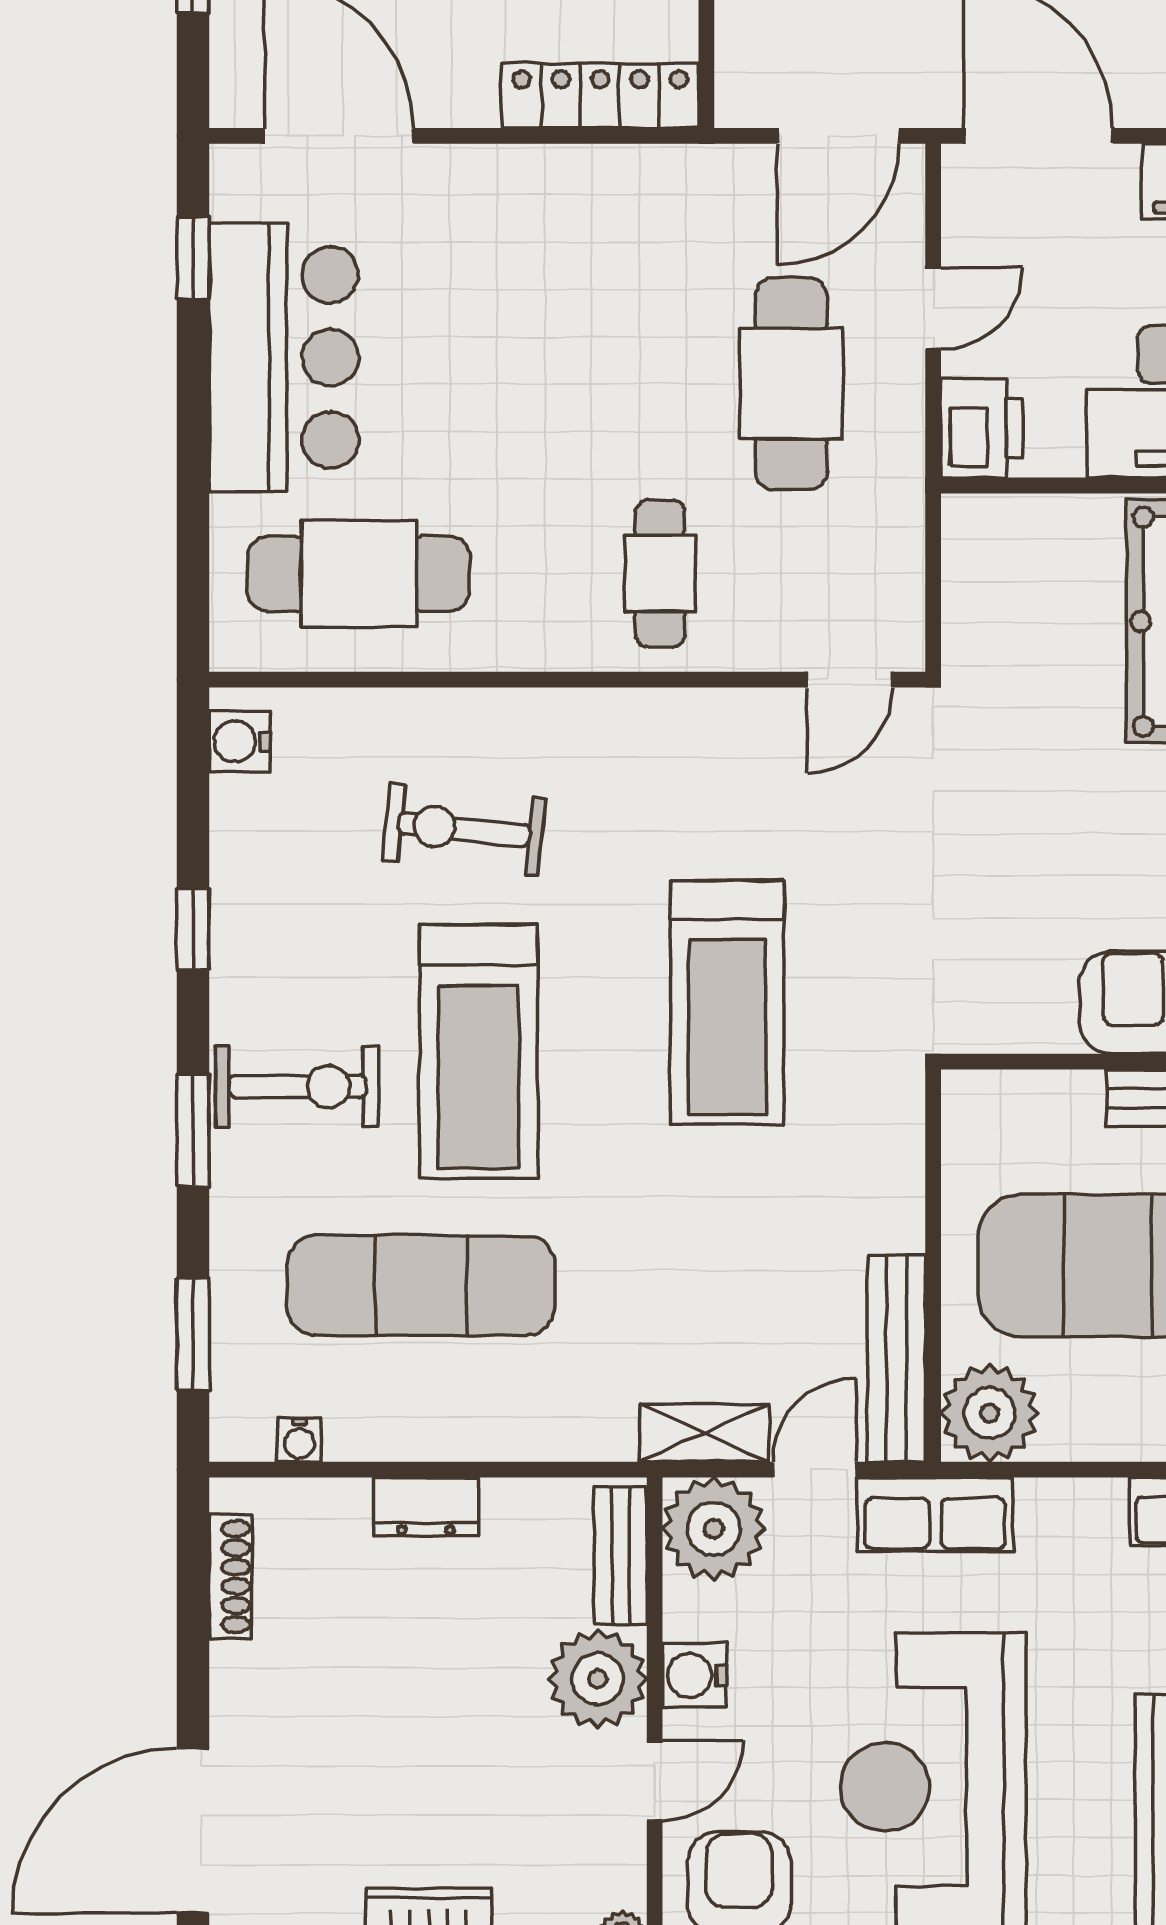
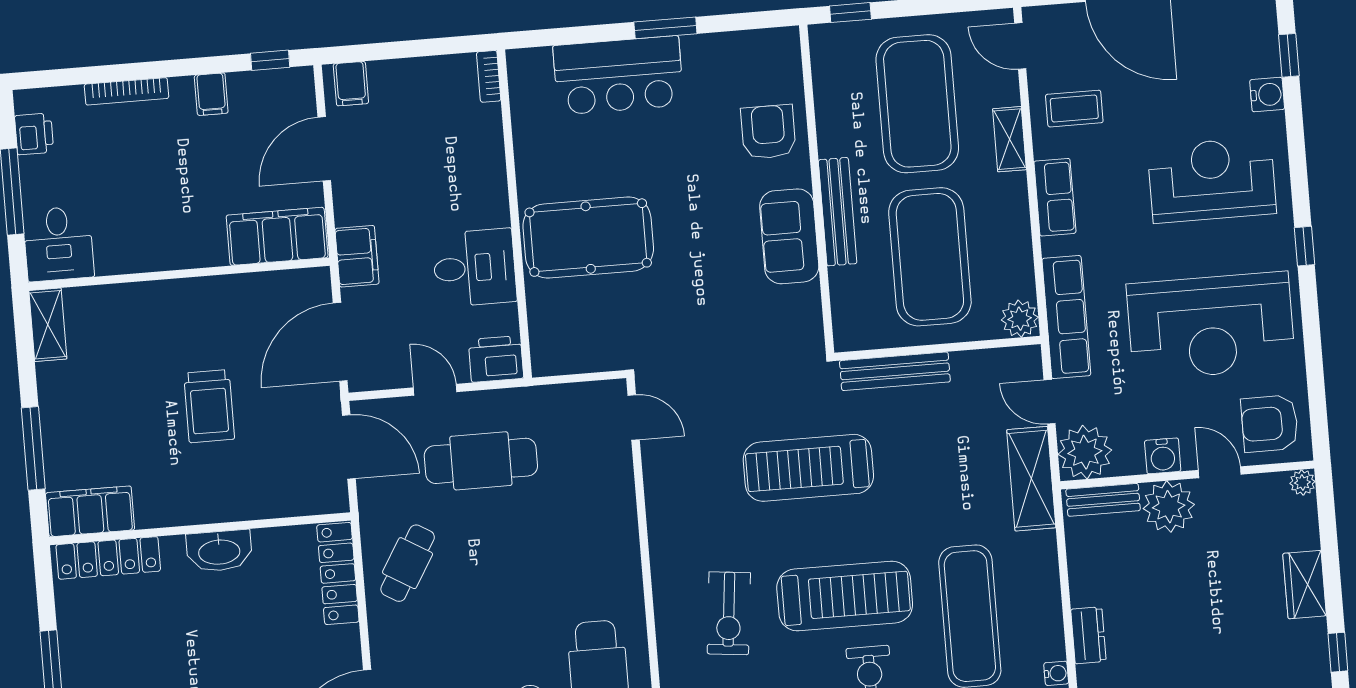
cafe table: (660, 573) -> (408, 563), moved, turned -59
treadmill: (727, 1003) -> (808, 468), turned 180
bench: (896, 1359) -> (895, 371), moved
plant: (989, 1413) -> (1020, 319), width x0.73, depth x0.73
shelving: (704, 1433) -> (1031, 479), width x1.50, depth x1.33
dresser: (426, 1507) -> (1088, 635), moved
row of seats: (935, 1515) -> (1066, 317), width x1.48

